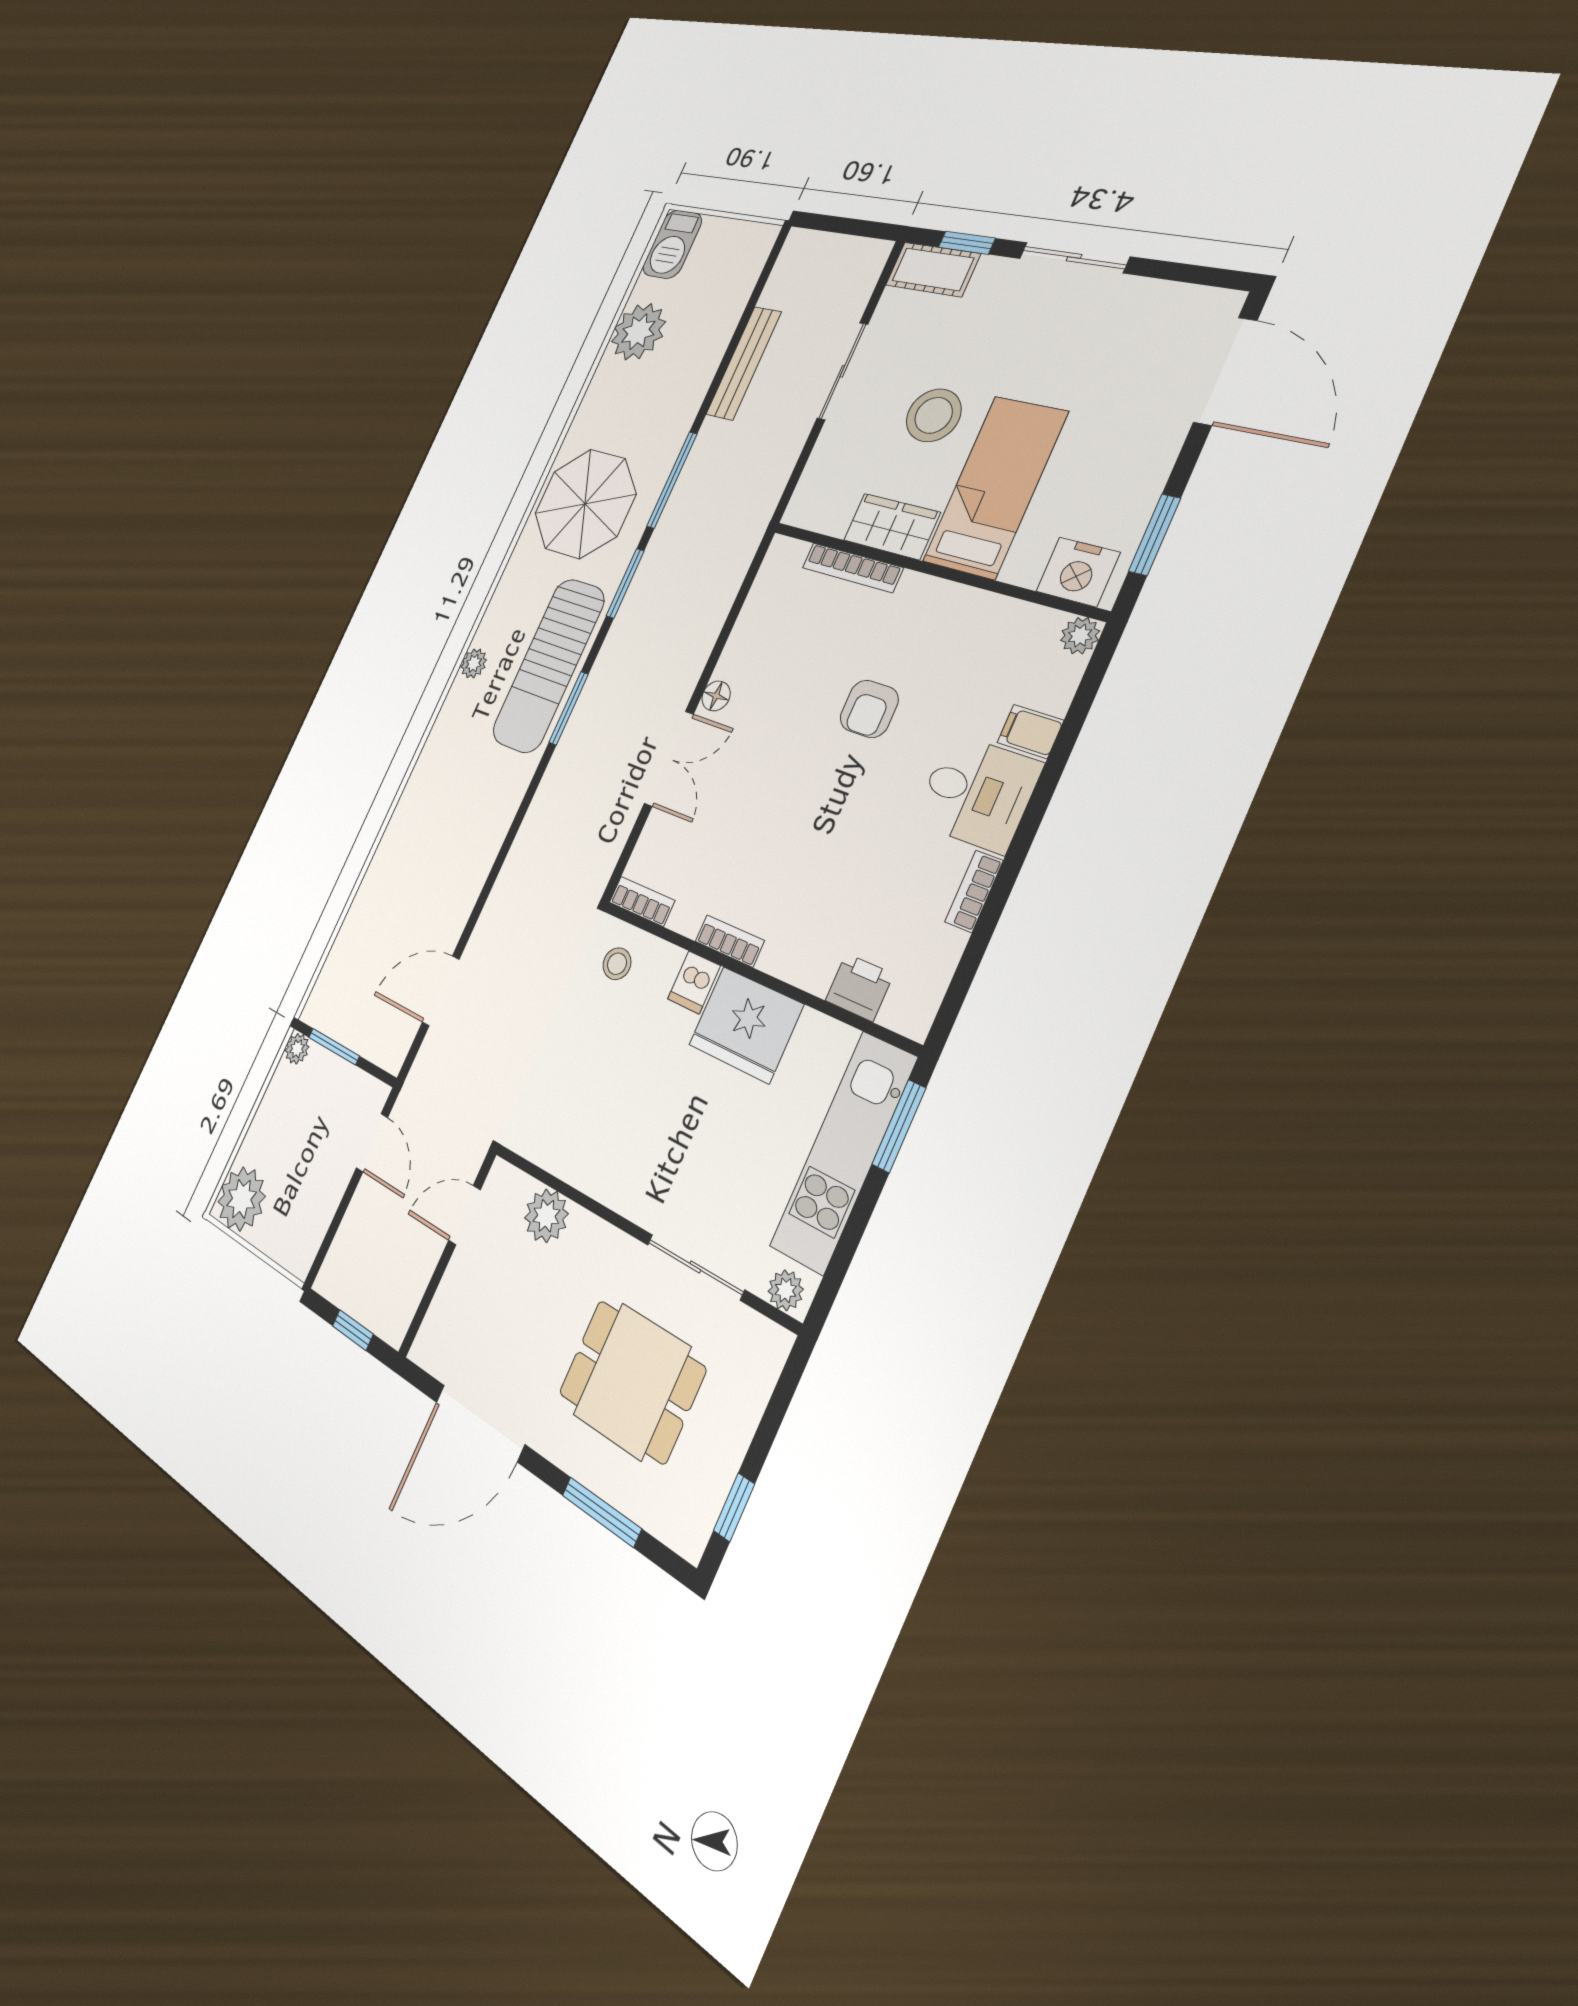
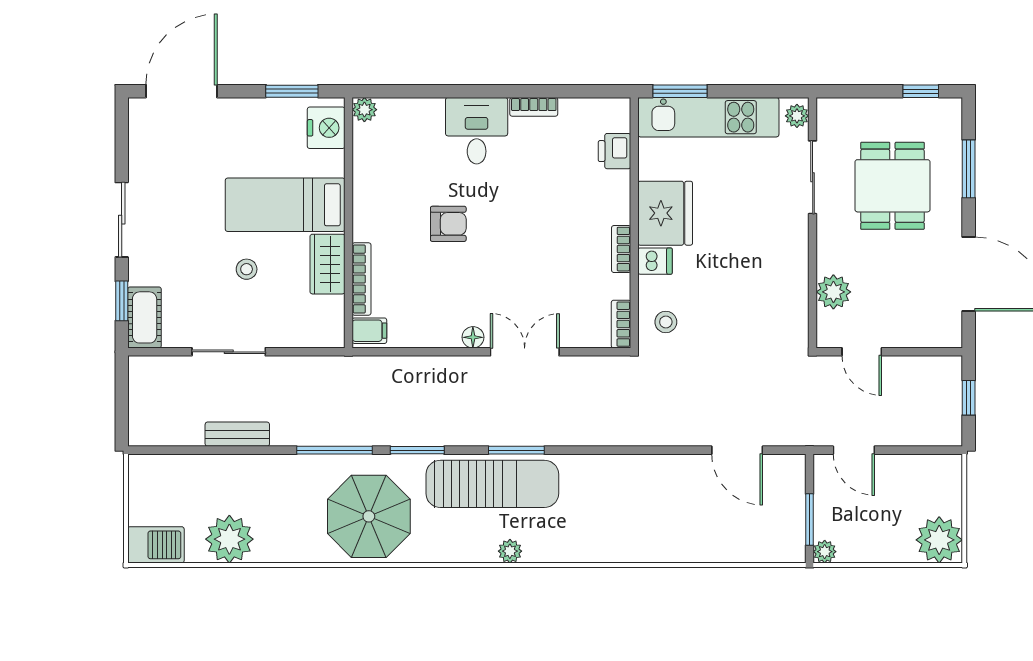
bench: (744, 363) -> (237, 434), width x0.73
stool: (934, 415) -> (247, 269), width x0.53, depth x0.53
filing cabinet: (1030, 731) -> (369, 331), moved, turned -90
door: (372, 1143) -> (854, 450), swing flipped

